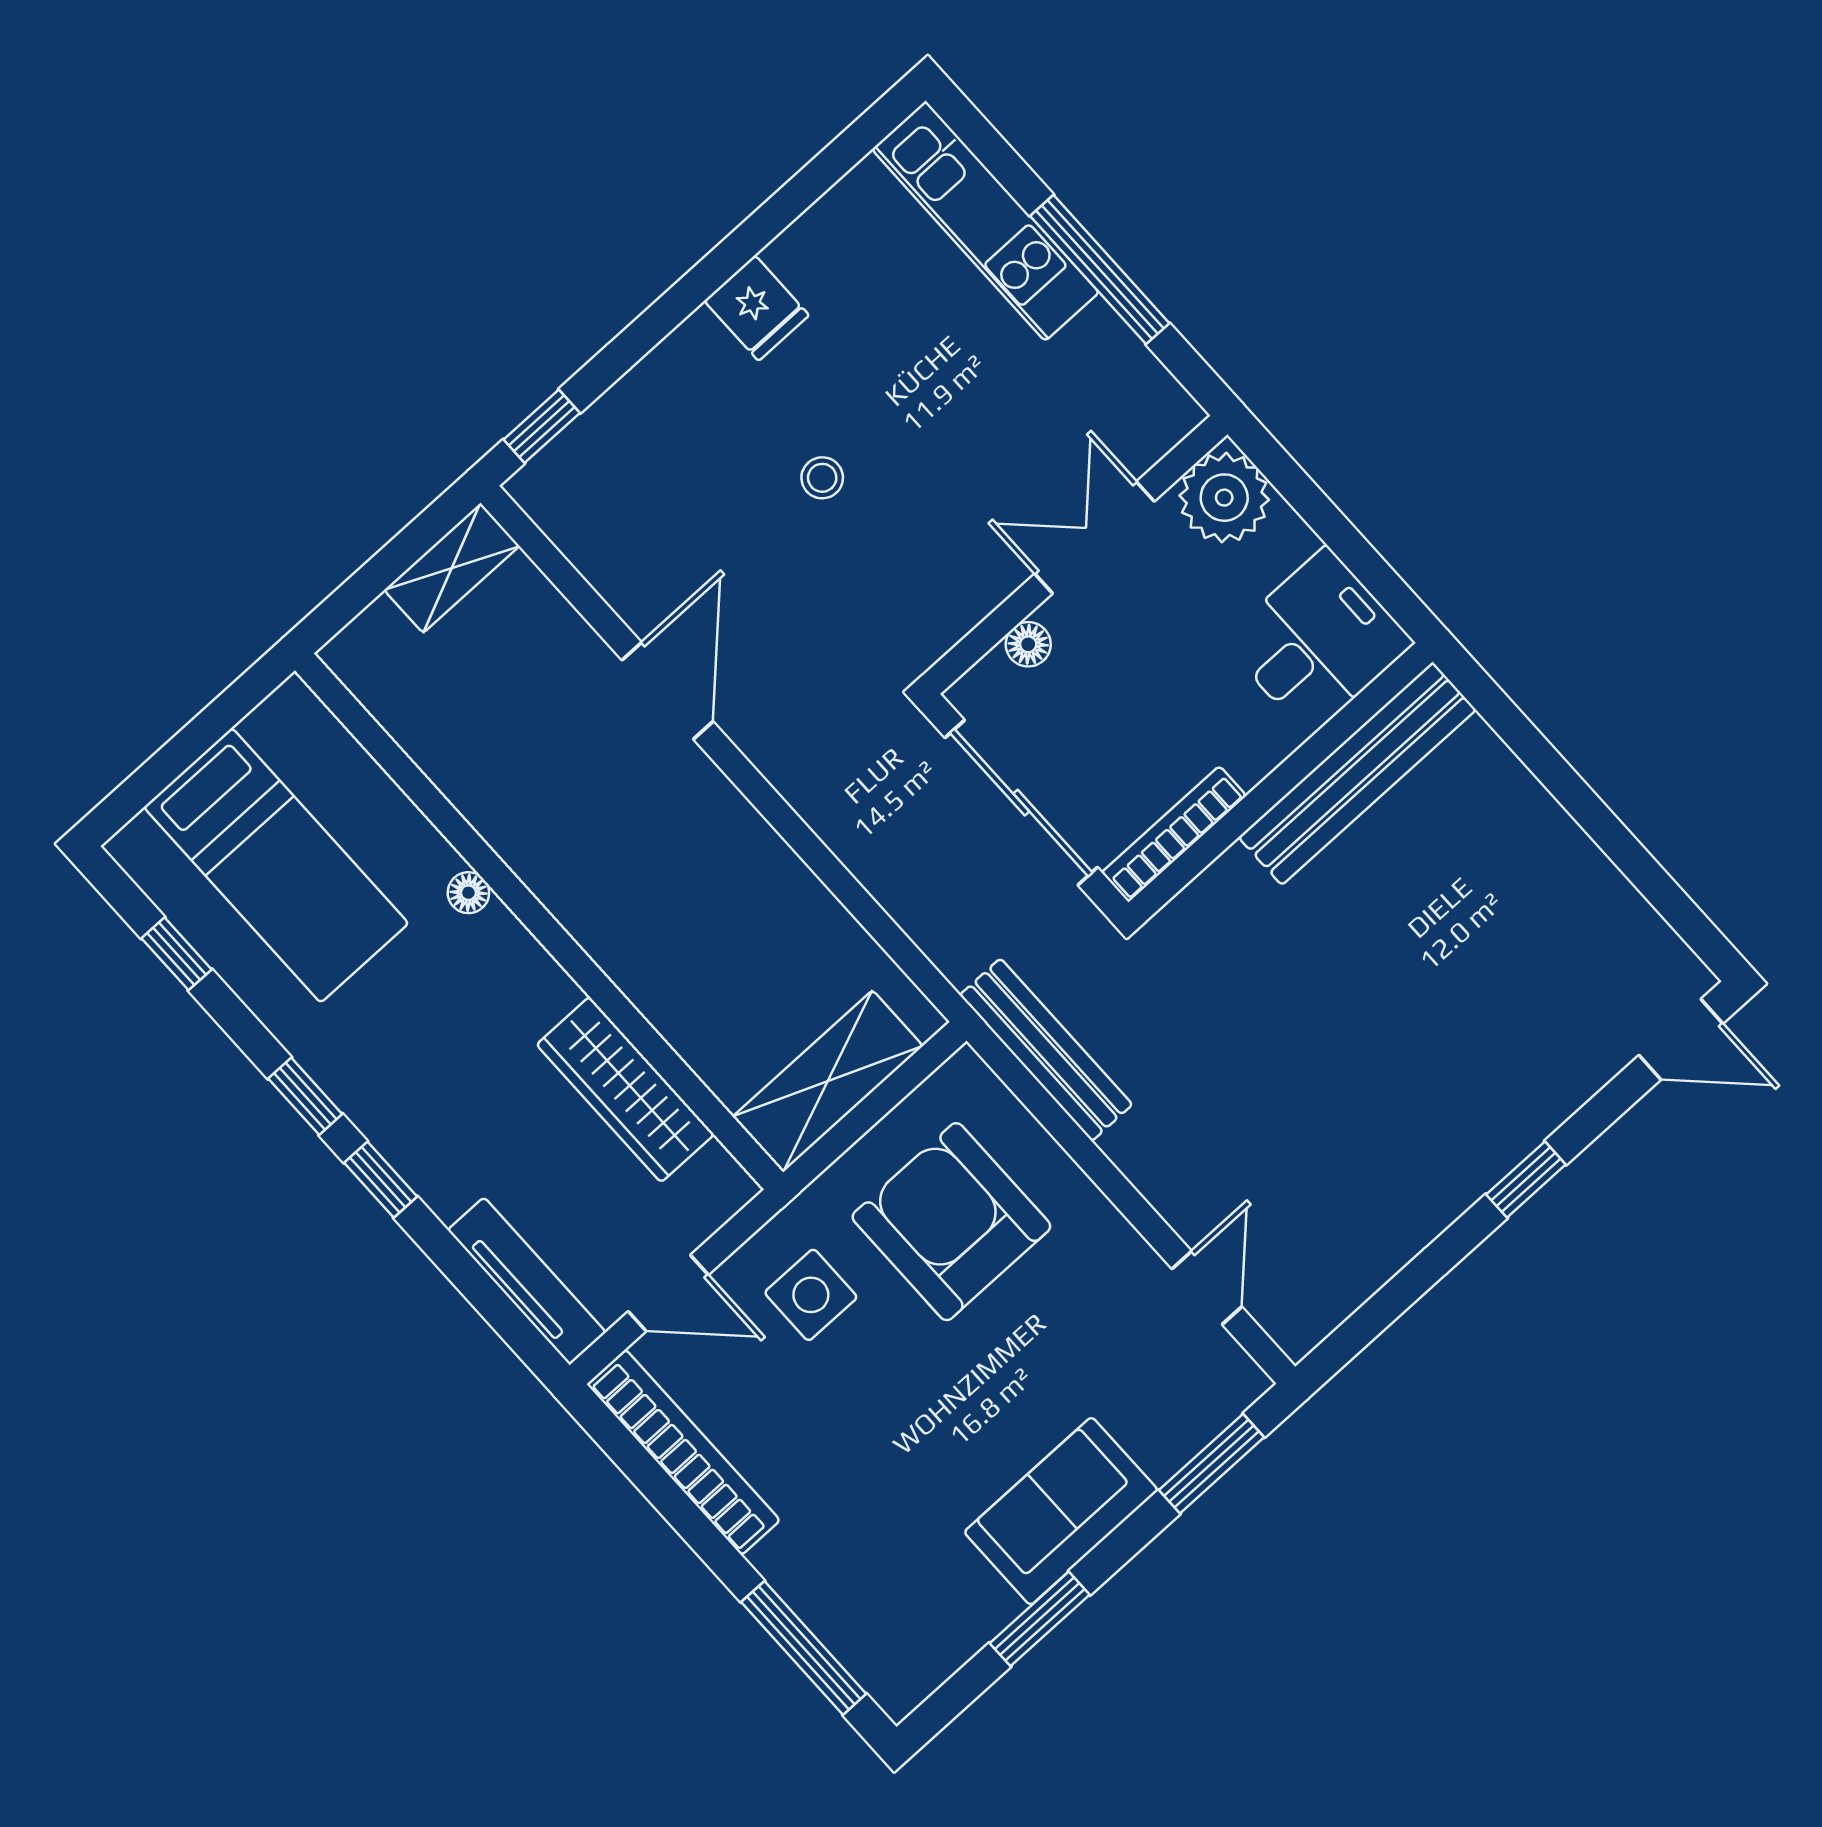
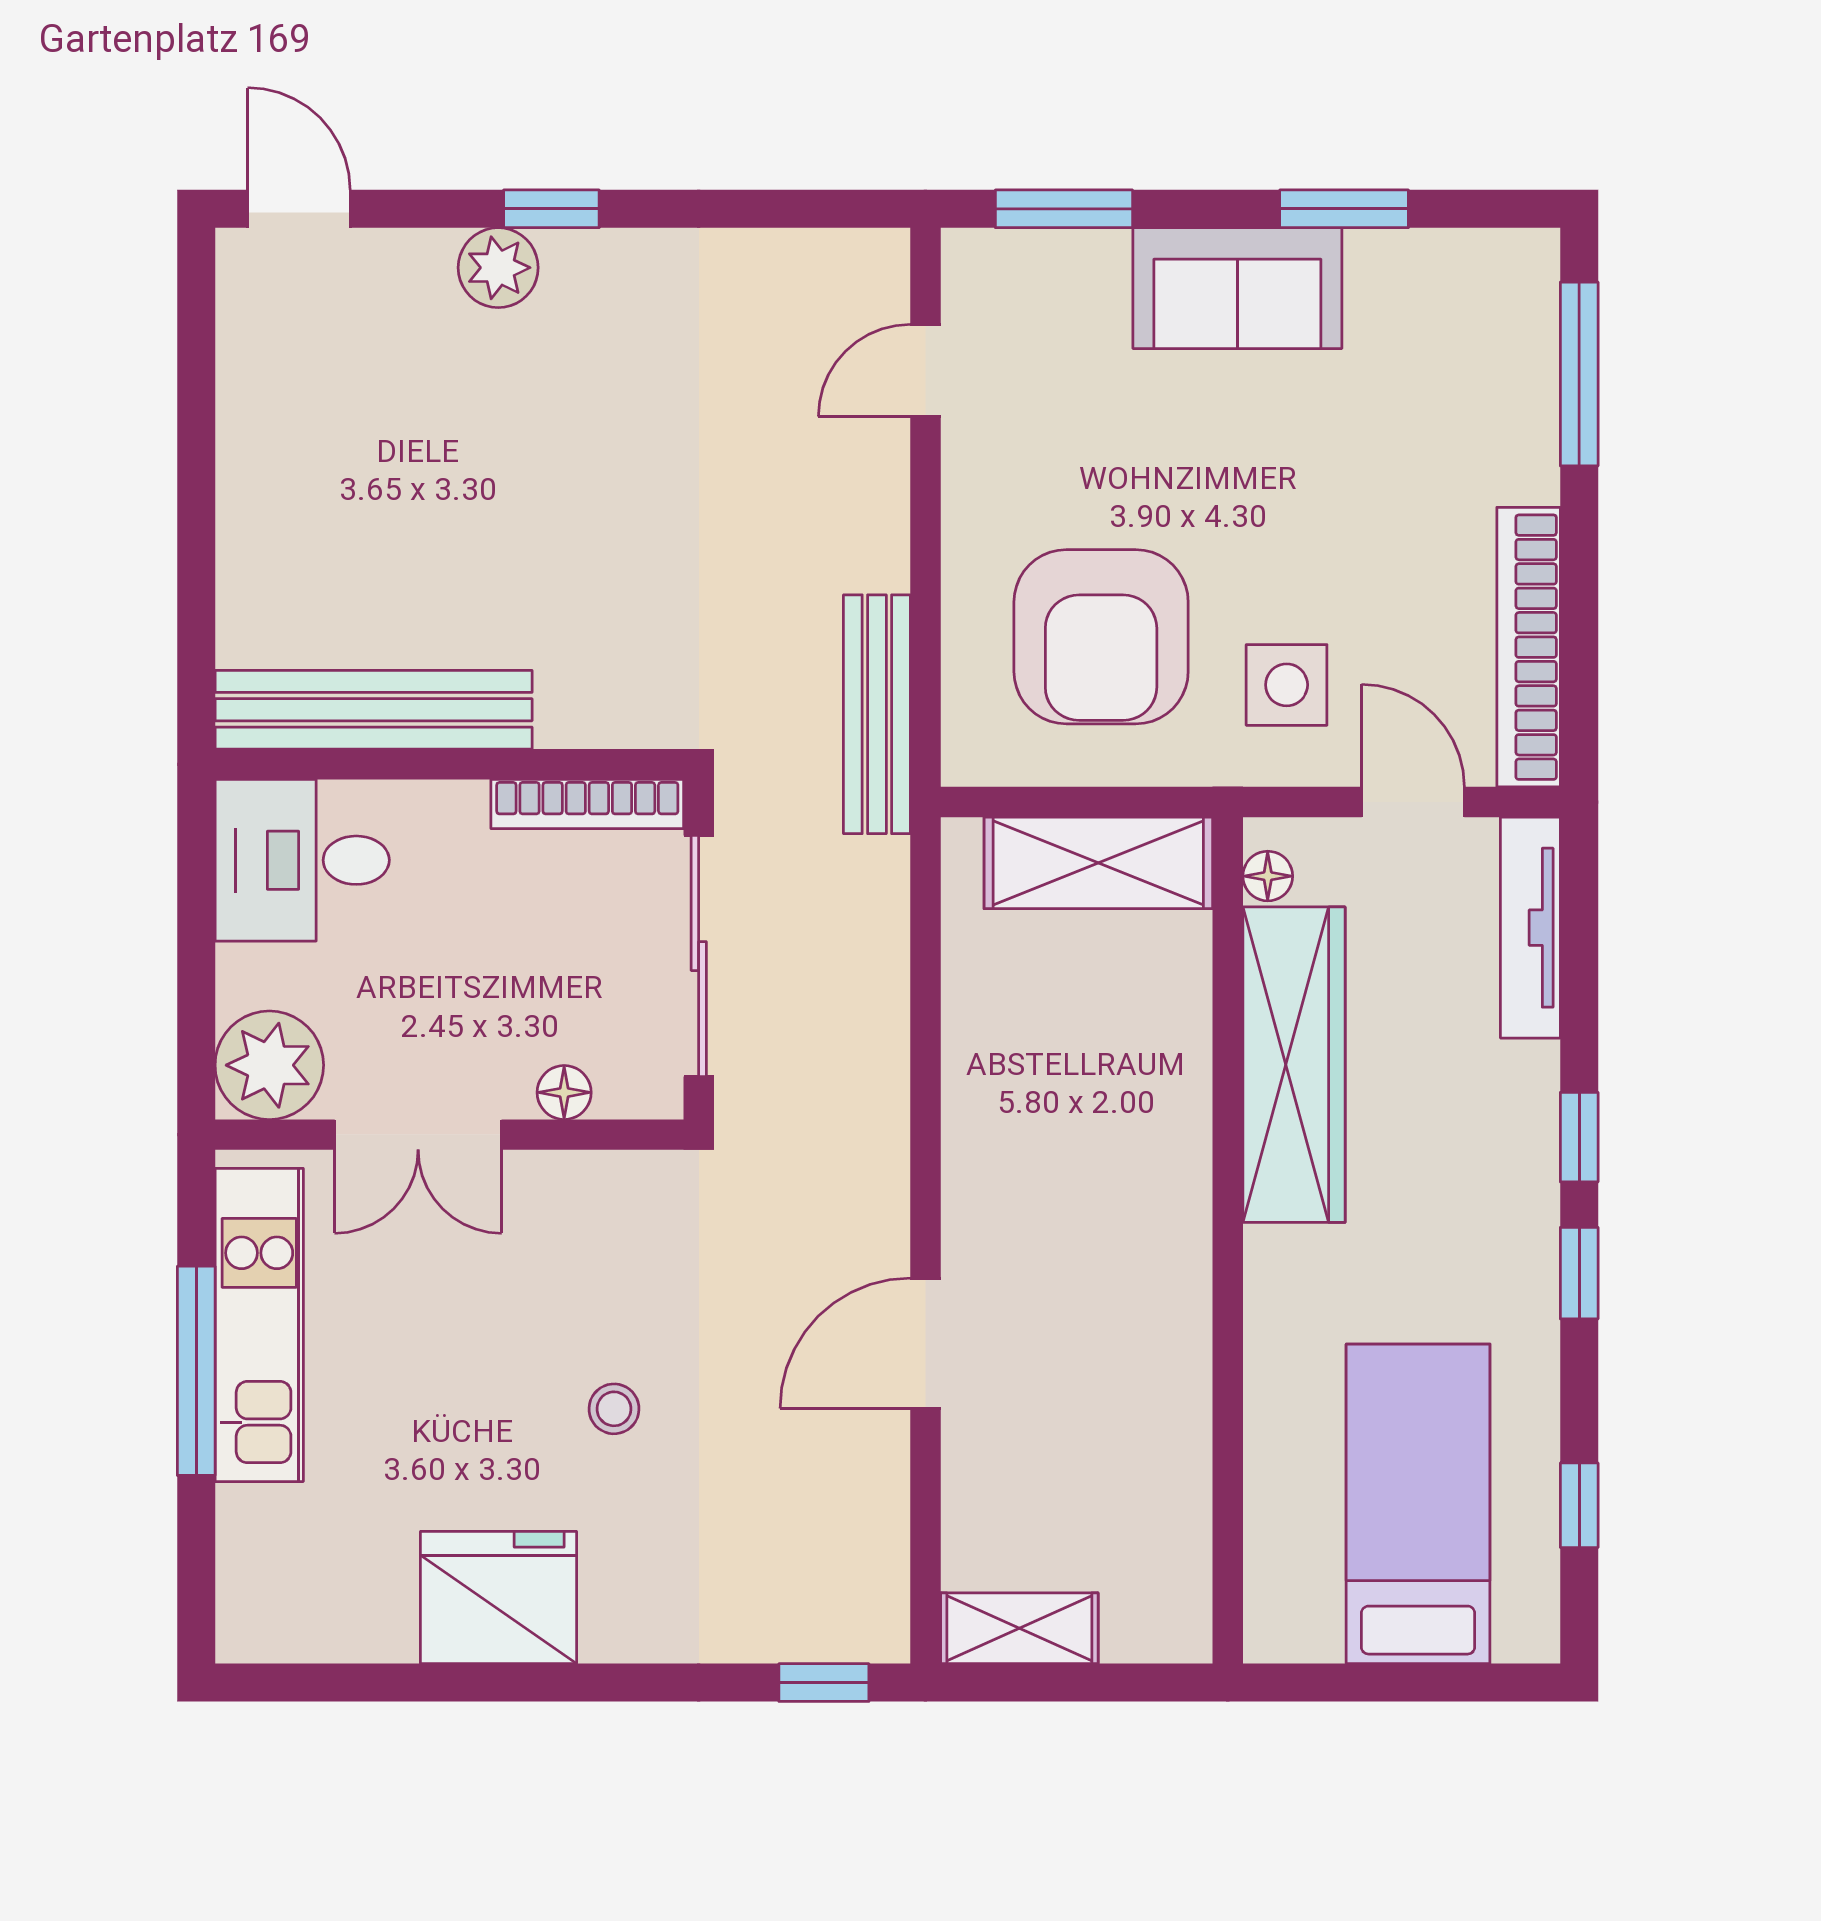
kitchen unit: (985, 221) -> (259, 1325), moved
fridge: (757, 308) -> (499, 1598), width x1.88, depth x1.34
floor lamp: (468, 893) -> (1268, 876), moved
wardrobe: (625, 1089) -> (1294, 1065), width x1.40, depth x1.17
plant: (1526, 1114) -> (498, 268), added

